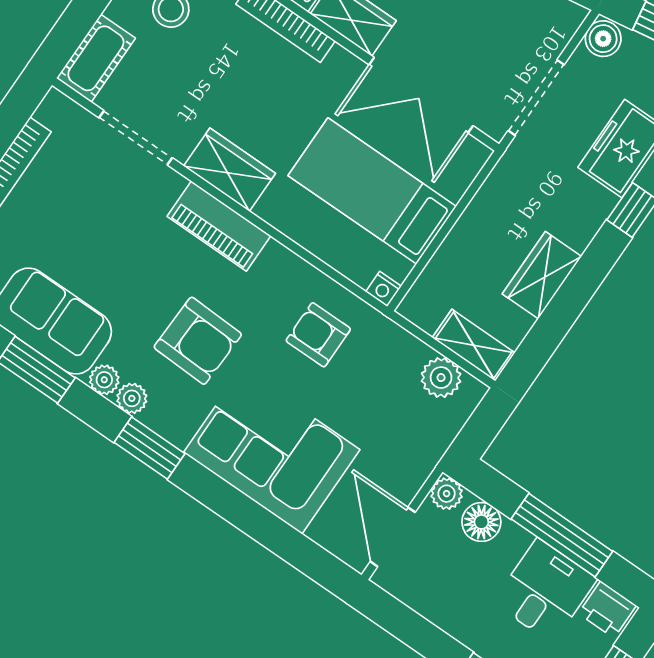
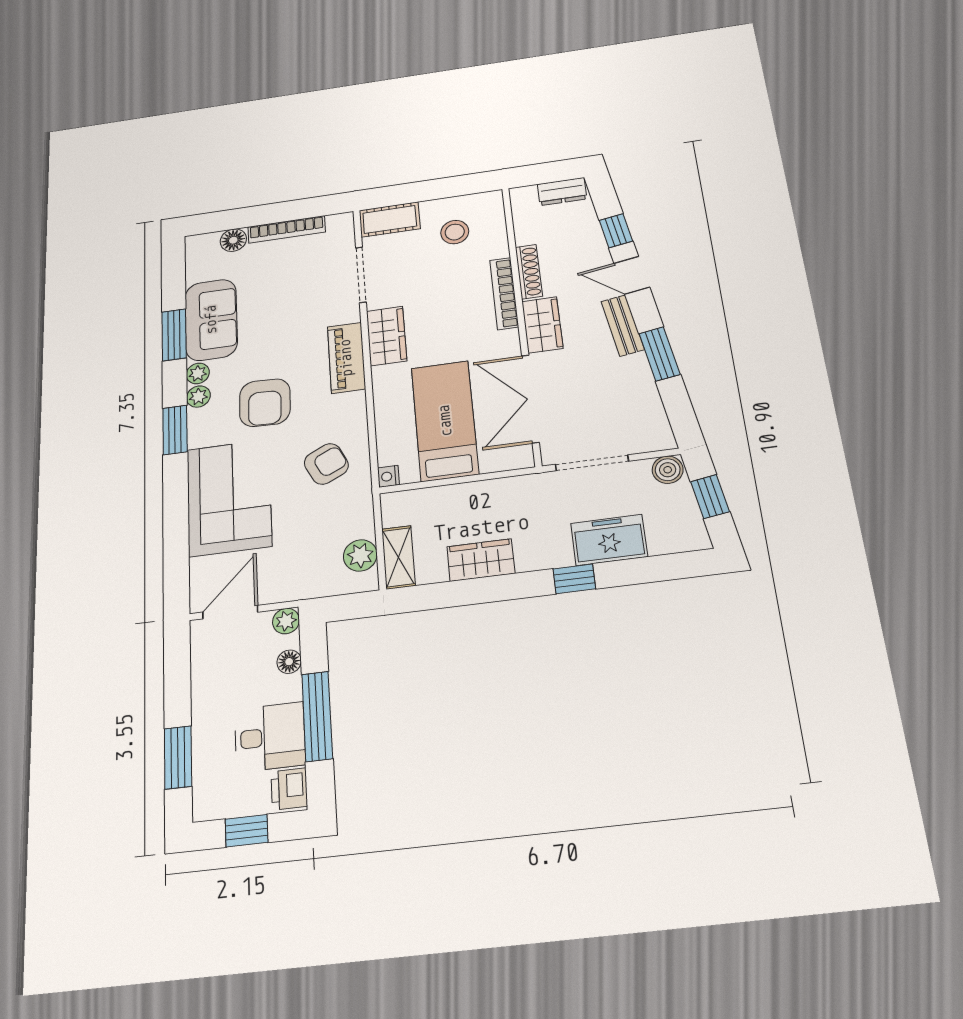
armchair: (318, 335) -> (326, 464), turned 64
floor lamp: (481, 522) -> (289, 662), width x0.73, depth x0.73

